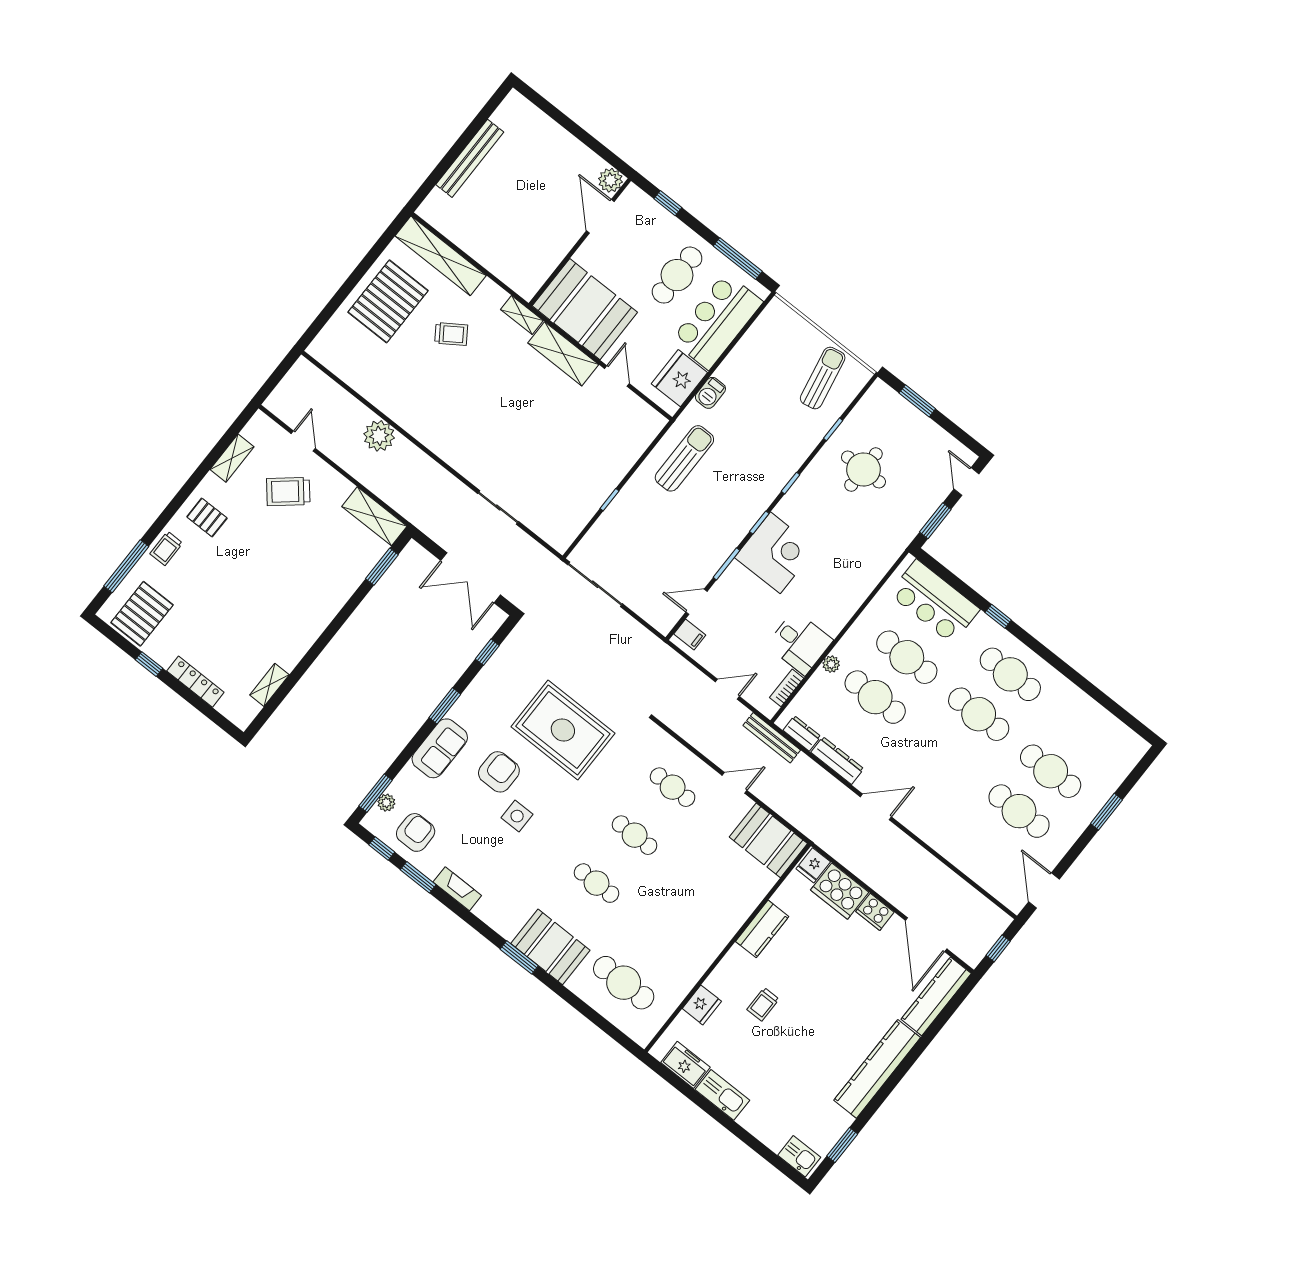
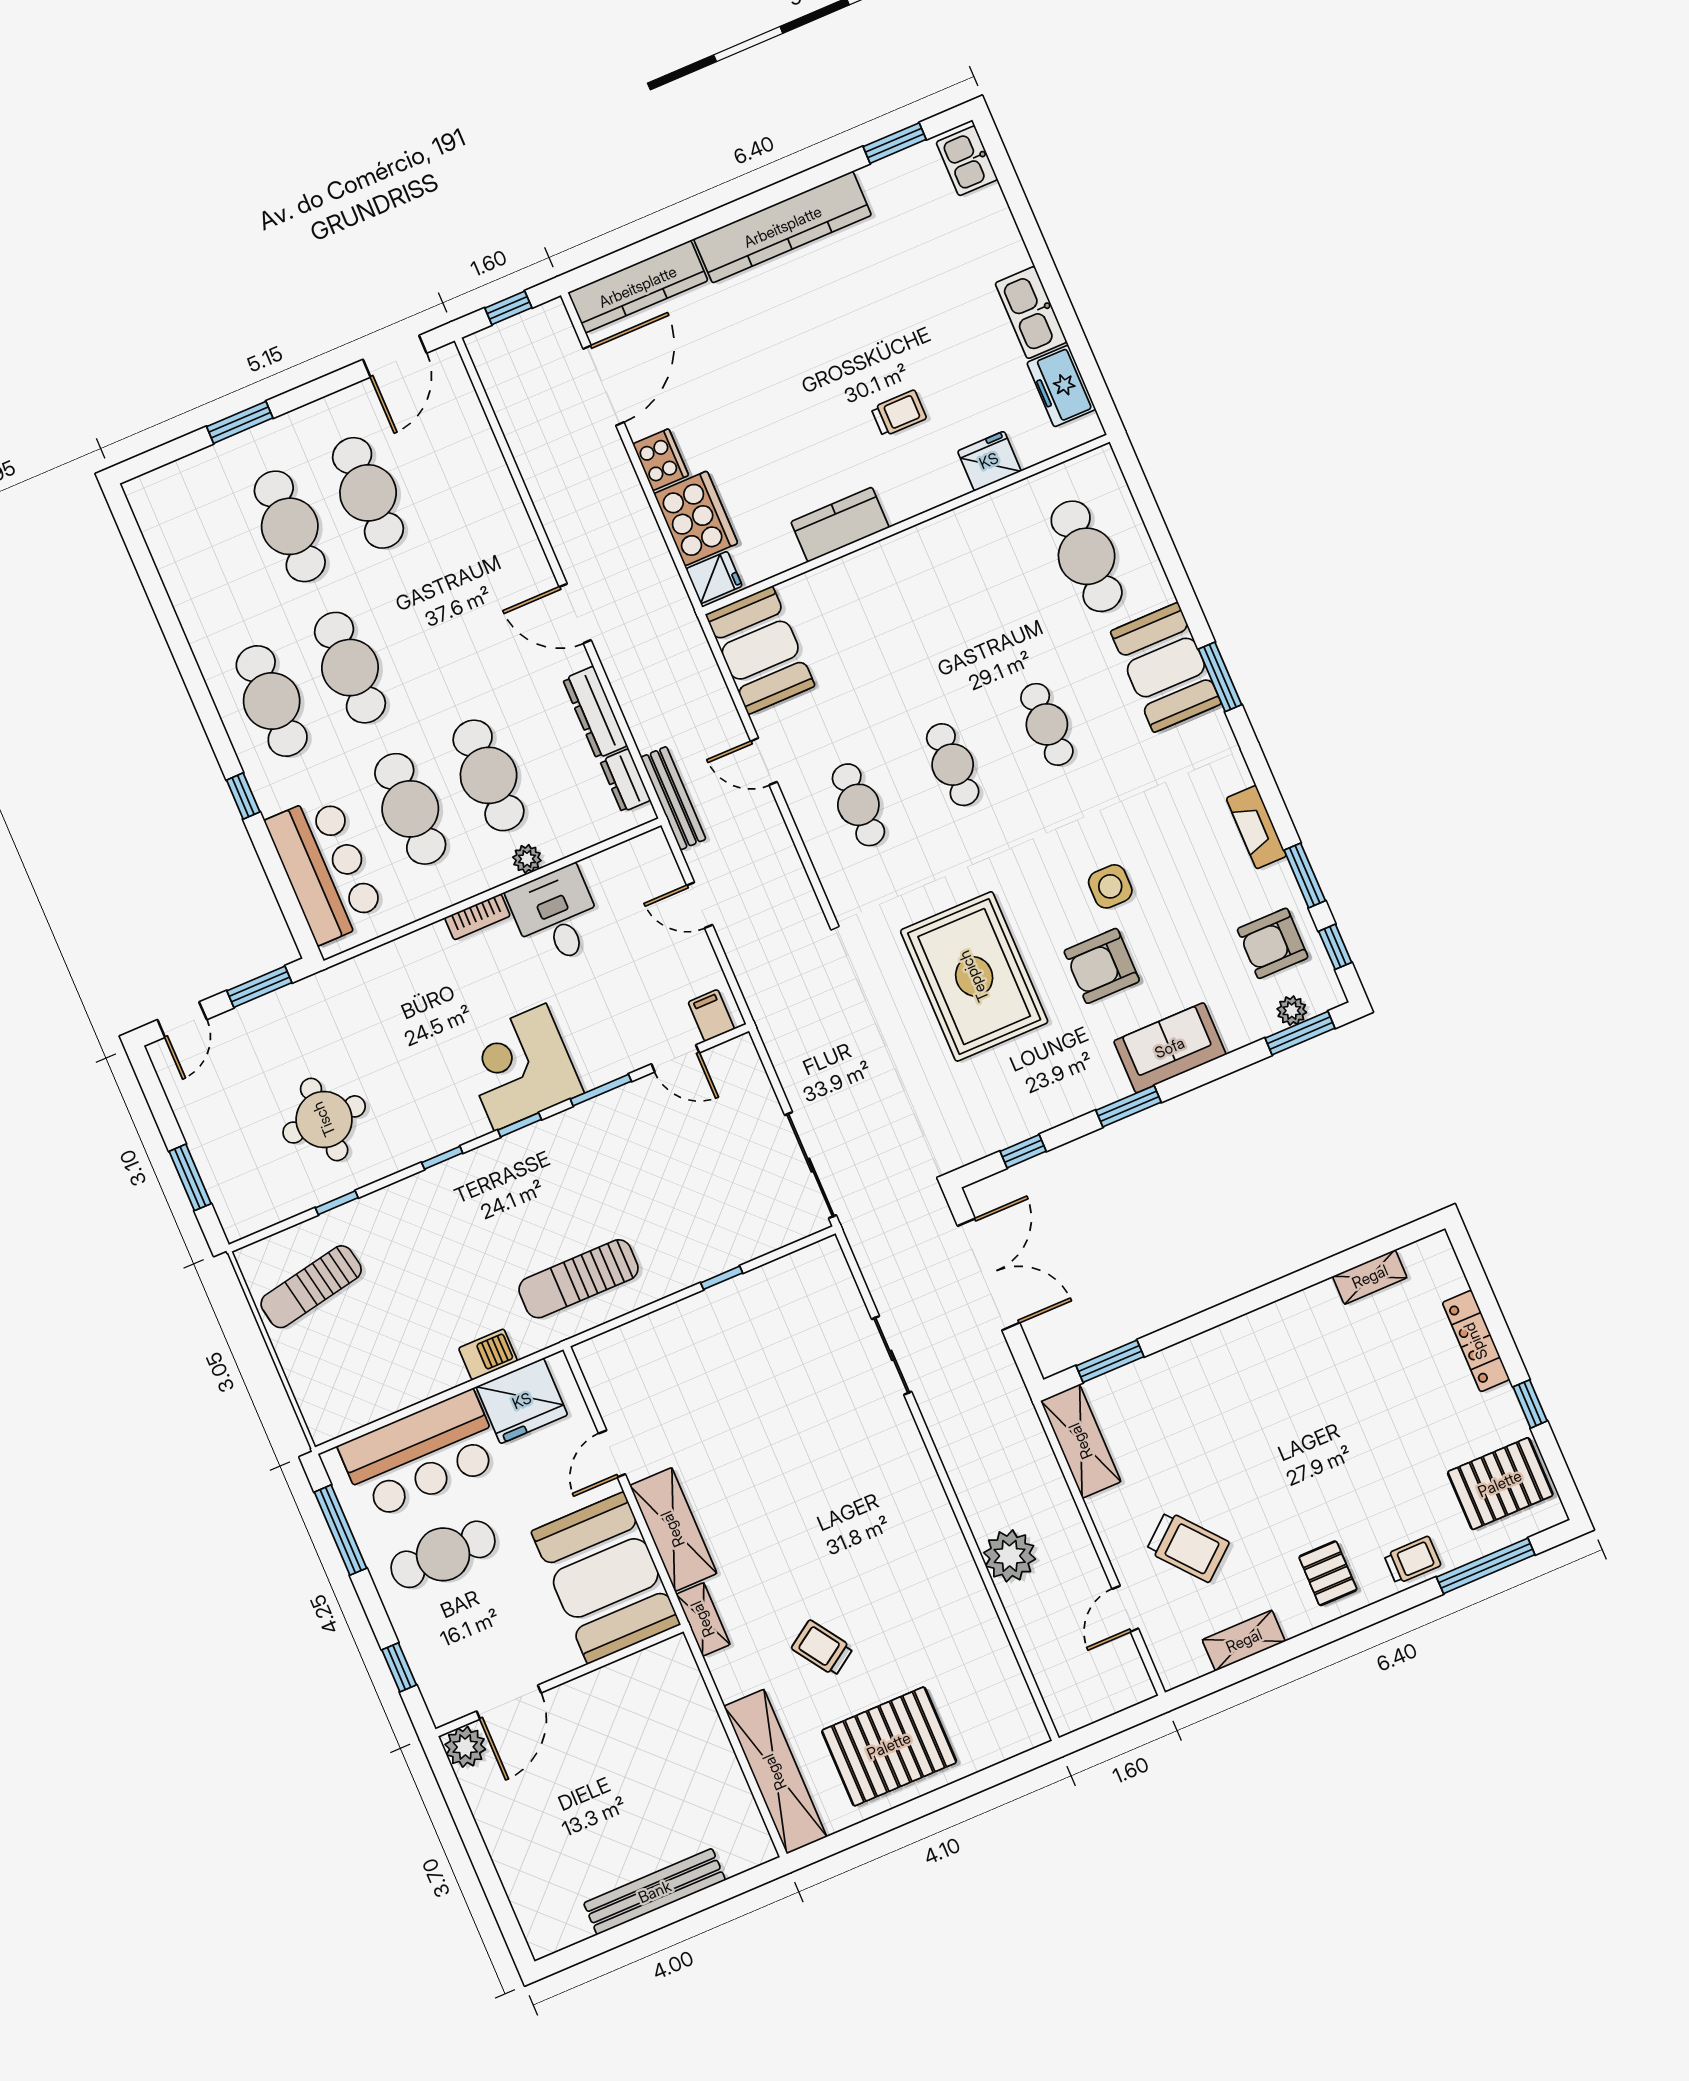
bookcase: (787, 688) -> (477, 917), moved

